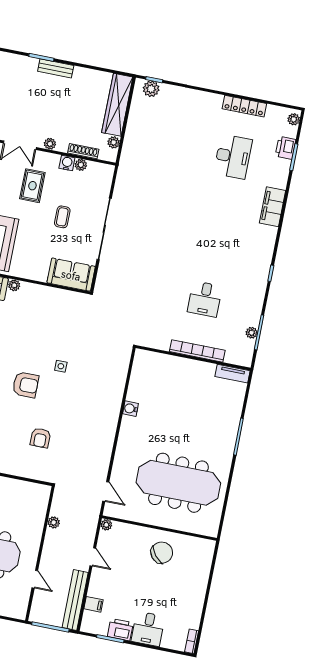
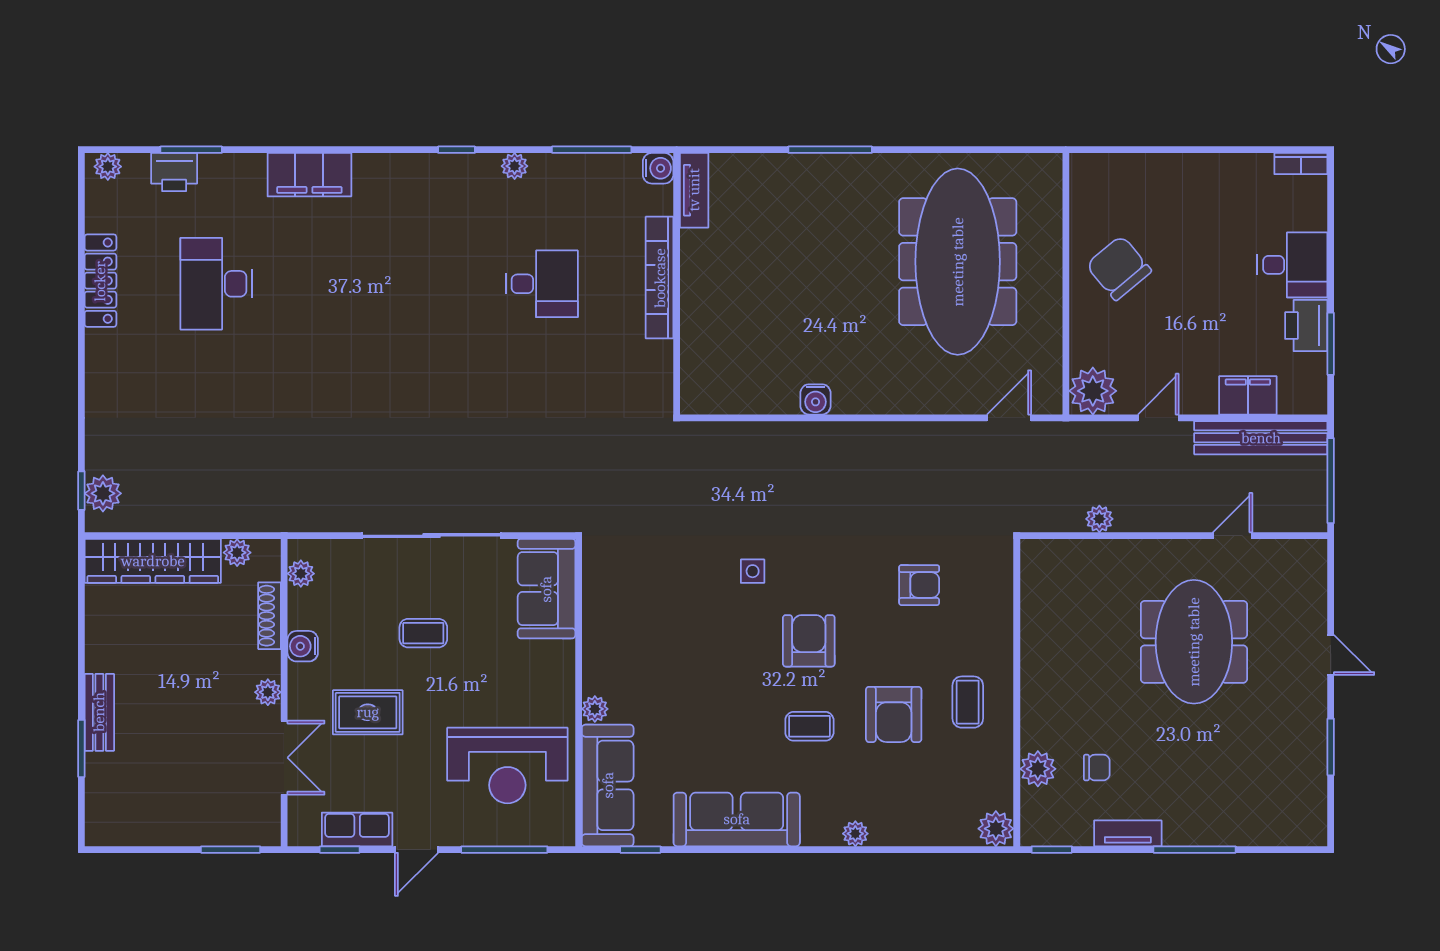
desk: (233, 157) -> (216, 284), turned -90
plant: (81, 165) -> (301, 574), moved
plant: (252, 333) -> (515, 166), moved
water cooler: (245, 360) -> (658, 168), added
plant: (106, 525) -> (1093, 391), width x1.88, depth x1.88
filing cabinet: (94, 604) -> (1248, 395), width x2.00

